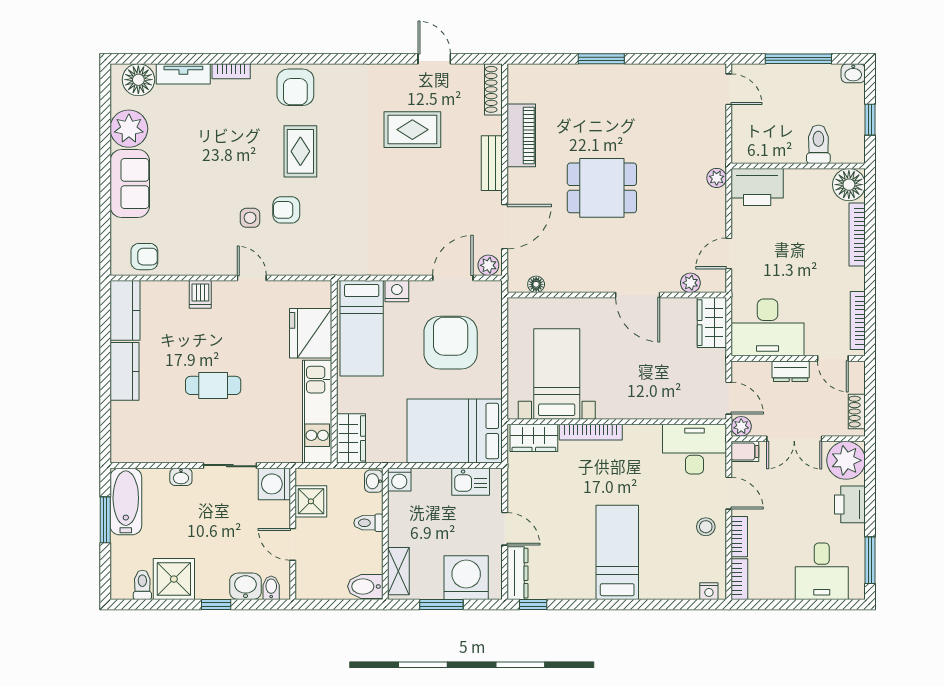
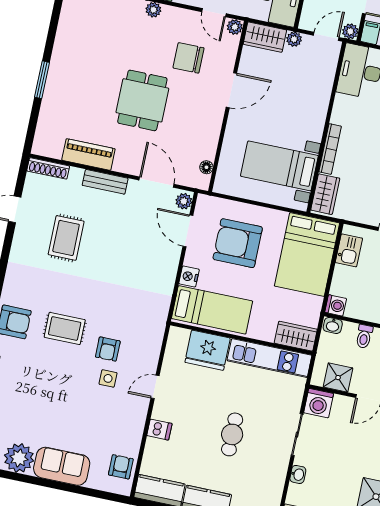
chair: (666, 234) -> (189, 58), added
plant: (690, 283) -> (235, 27), moved
plant: (717, 359) -> (294, 39), added

